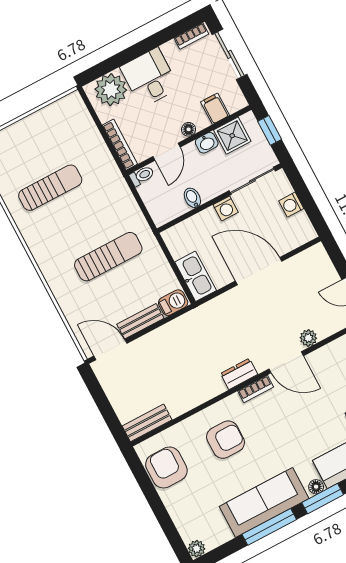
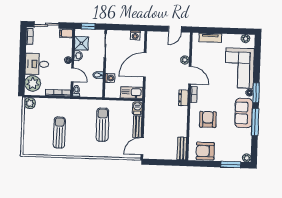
plant: (72, 105) -> (30, 103), added
filing cabinet: (215, 109) -> (66, 33), moved
washing machine: (291, 205) -> (135, 35), moved
washing machine: (226, 208) -> (110, 78), moved
door: (286, 362) -> (190, 75), hinge flipped
sofa: (264, 502) -> (244, 113), width x0.73
window: (168, 527) -> (231, 165), added

